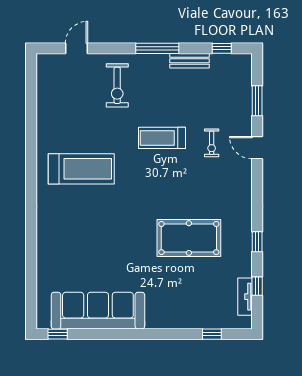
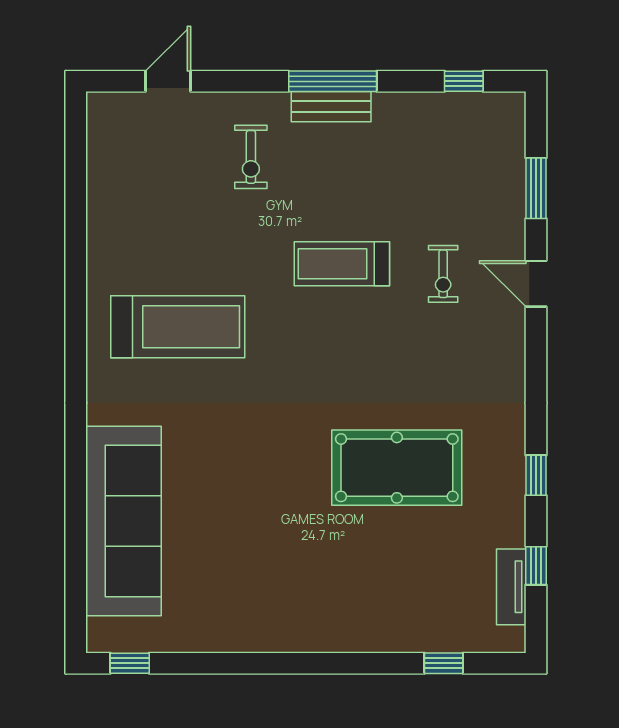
bench: (190, 61) -> (331, 107), moved
exercise bike: (117, 85) -> (251, 157), width x0.73, depth x0.72
sofa: (98, 311) -> (124, 521), moved, turned 90

